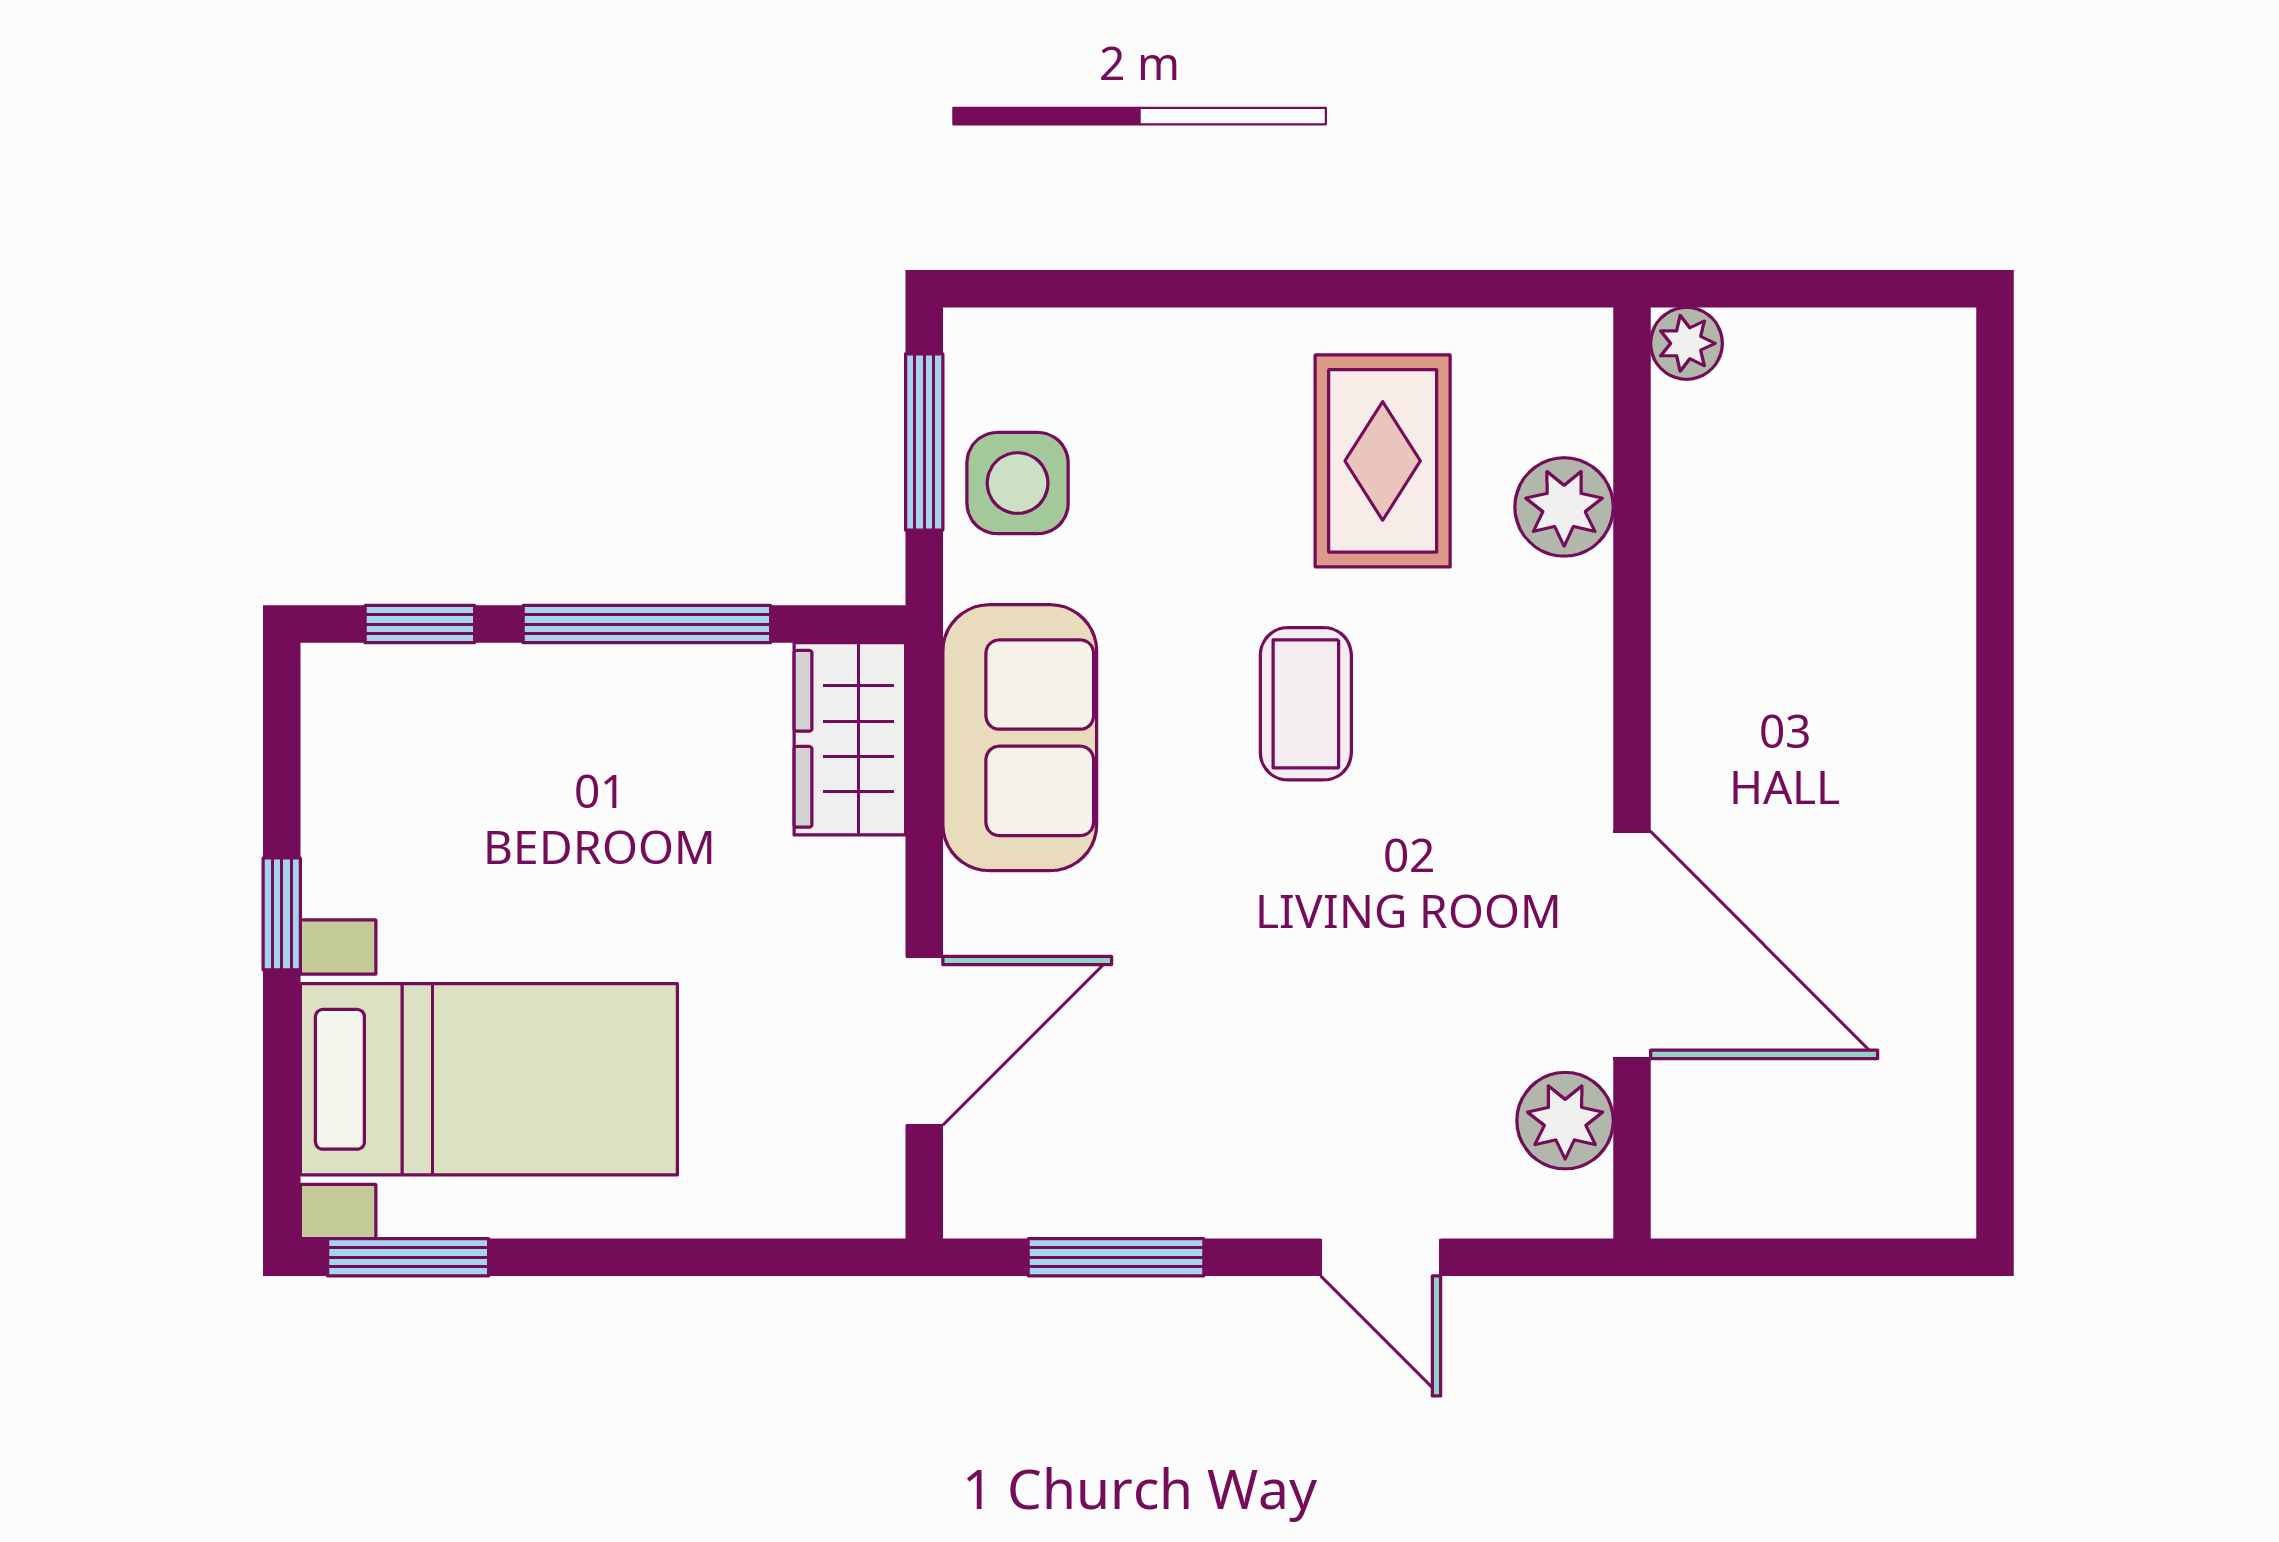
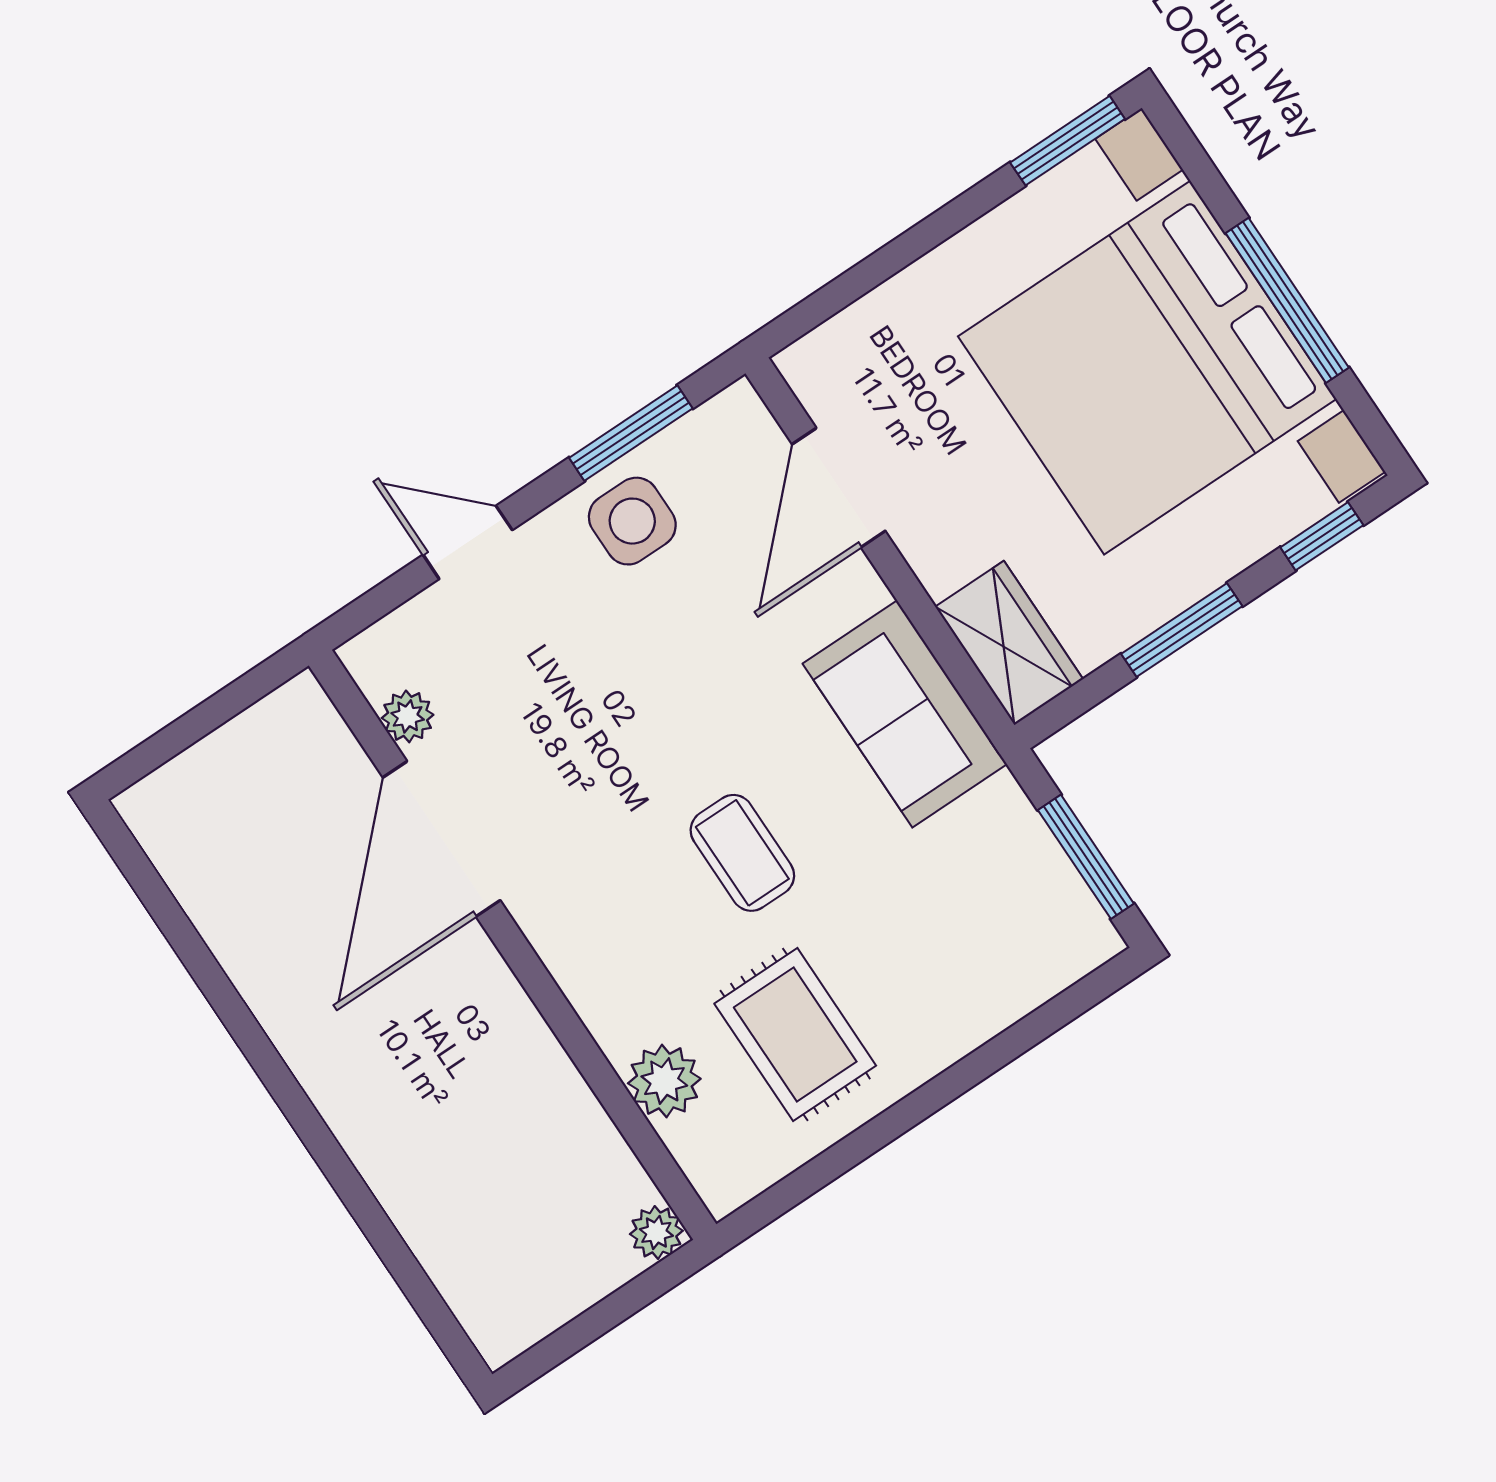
side table: (1018, 483) -> (632, 521), moved
window: (647, 624) -> (1182, 630), width x0.69
window: (282, 914) -> (1287, 300), width x2.17
door: (1632, 945) -> (442, 839), hinge flipped
bed with nightstands: (489, 1079) -> (1147, 368), width x1.85
plant: (1565, 1121) -> (408, 716), width x0.73, depth x0.73

